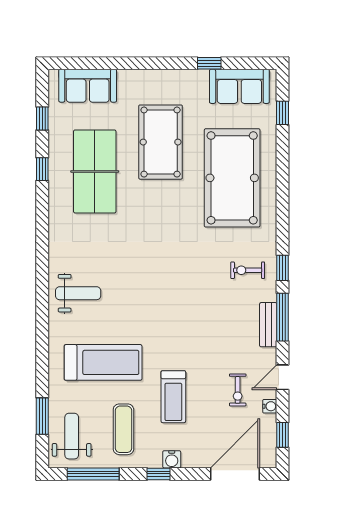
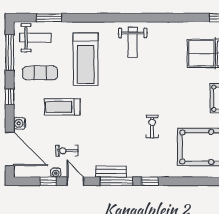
exercise bike: (248, 270) -> (152, 127), moved
window: (283, 435) -> (48, 181), moved
water cooler: (172, 459) -> (20, 123), moved

